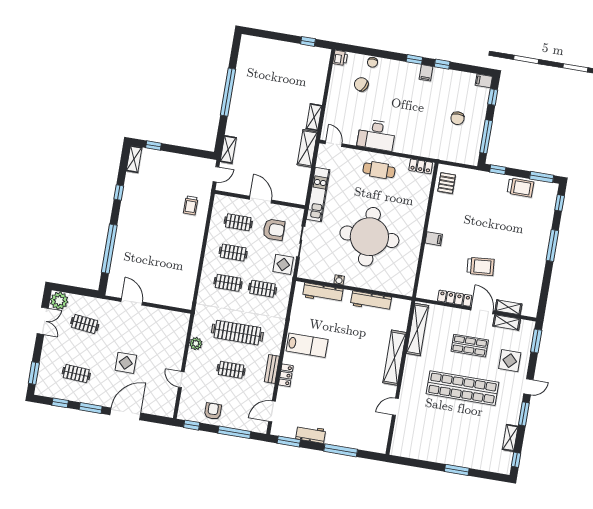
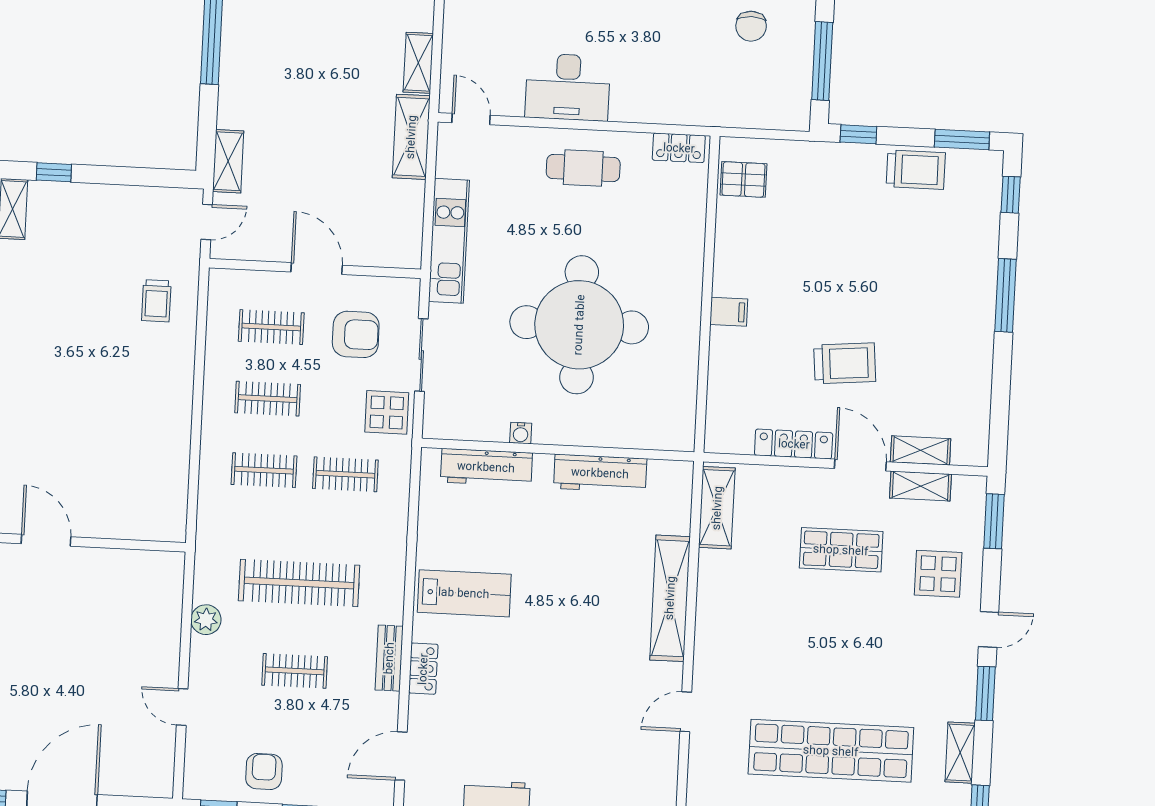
pallet: (447, 183) -> (743, 179), turned 90
shelving: (418, 329) -> (717, 508), width x0.68
display table: (126, 363) -> (49, 683), removed
shop shelf: (462, 388) -> (831, 751), moved

